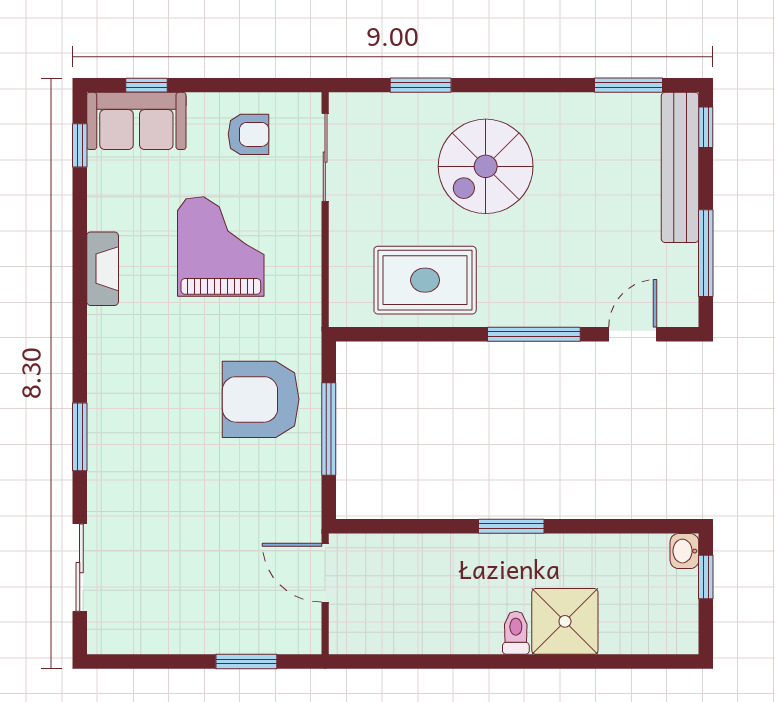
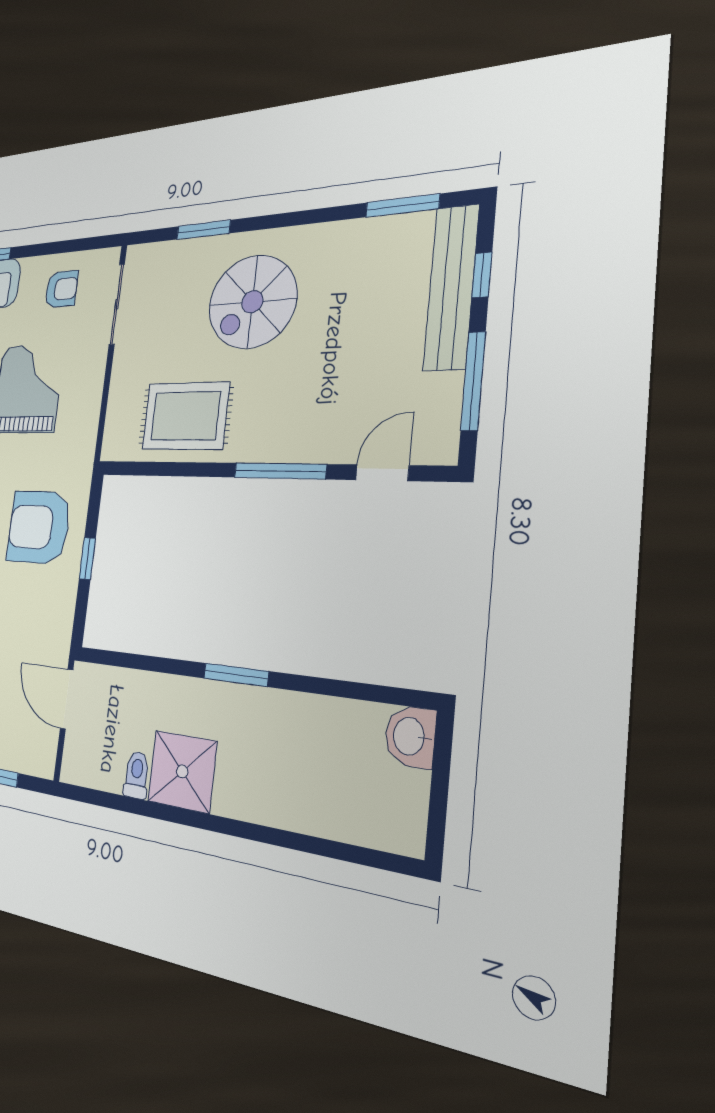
window: (706, 127) -> (482, 275), moved
window: (329, 429) -> (87, 559), width x0.46
washbasin: (684, 551) -> (410, 736), width x1.38, depth x1.45
window: (706, 577) -> (441, 765), removed
shower: (565, 621) -> (182, 771), moved
toilet: (516, 633) -> (137, 775), moved

